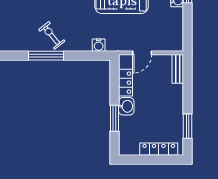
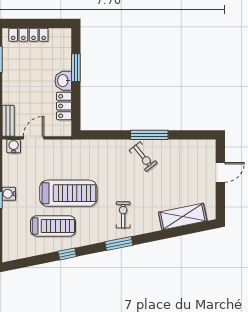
water cooler: (99, 45) -> (14, 146), moved
door: (142, 53) -> (34, 138), moved

